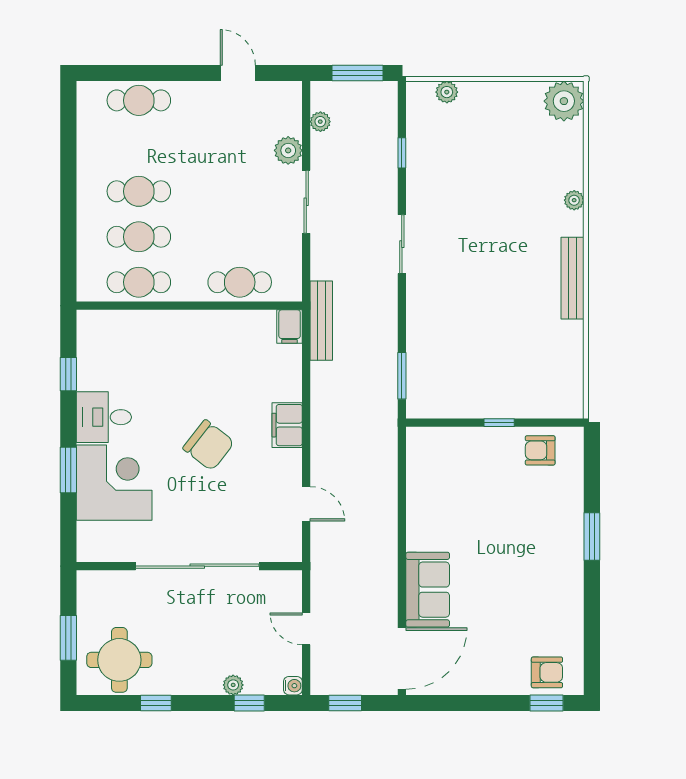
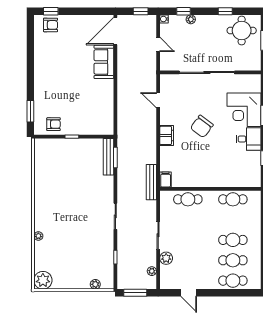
cafe table: (139, 237) -> (233, 260), moved
bench: (573, 278) -> (108, 157), moved
chair: (209, 445) -> (202, 126), turned -91
window: (592, 536) -> (30, 111), moved
armchair: (547, 672) -> (51, 25), turned 180

